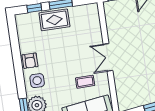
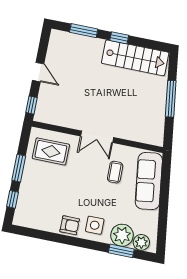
rug: (54, 20) -> (51, 151), moved, turned 90

